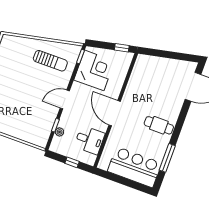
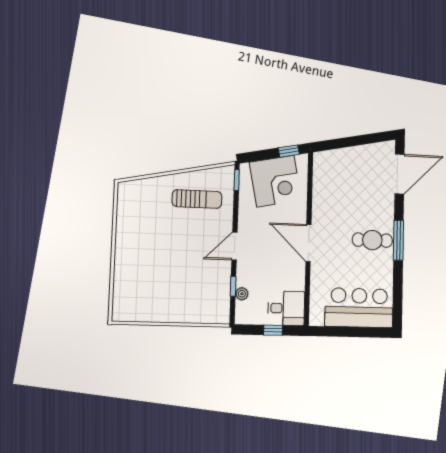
corner desk: (94, 70) -> (275, 181), moved, turned 78
desk: (90, 140) -> (286, 308), moved
window: (167, 158) -> (398, 240), moved

